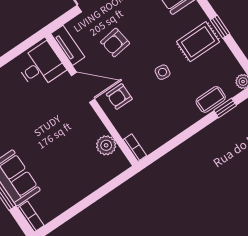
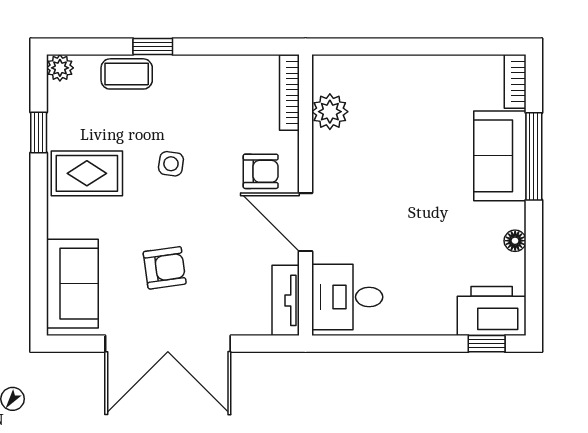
window: (220, 27) -> (39, 132), moved
armchair: (115, 43) -> (165, 268), moved
window: (225, 108) -> (153, 46), moved
bookcase: (135, 148) -> (289, 93), width x1.56

